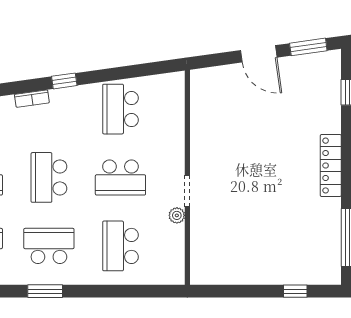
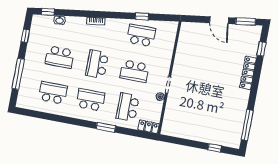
window: (64, 81) -> (142, 16), moved
school desk: (120, 109) -> (141, 35), turned 90
locker: (331, 166) -> (248, 73), moved
locker: (166, 275) -> (148, 127), added
window: (45, 291) -> (106, 127), moved

